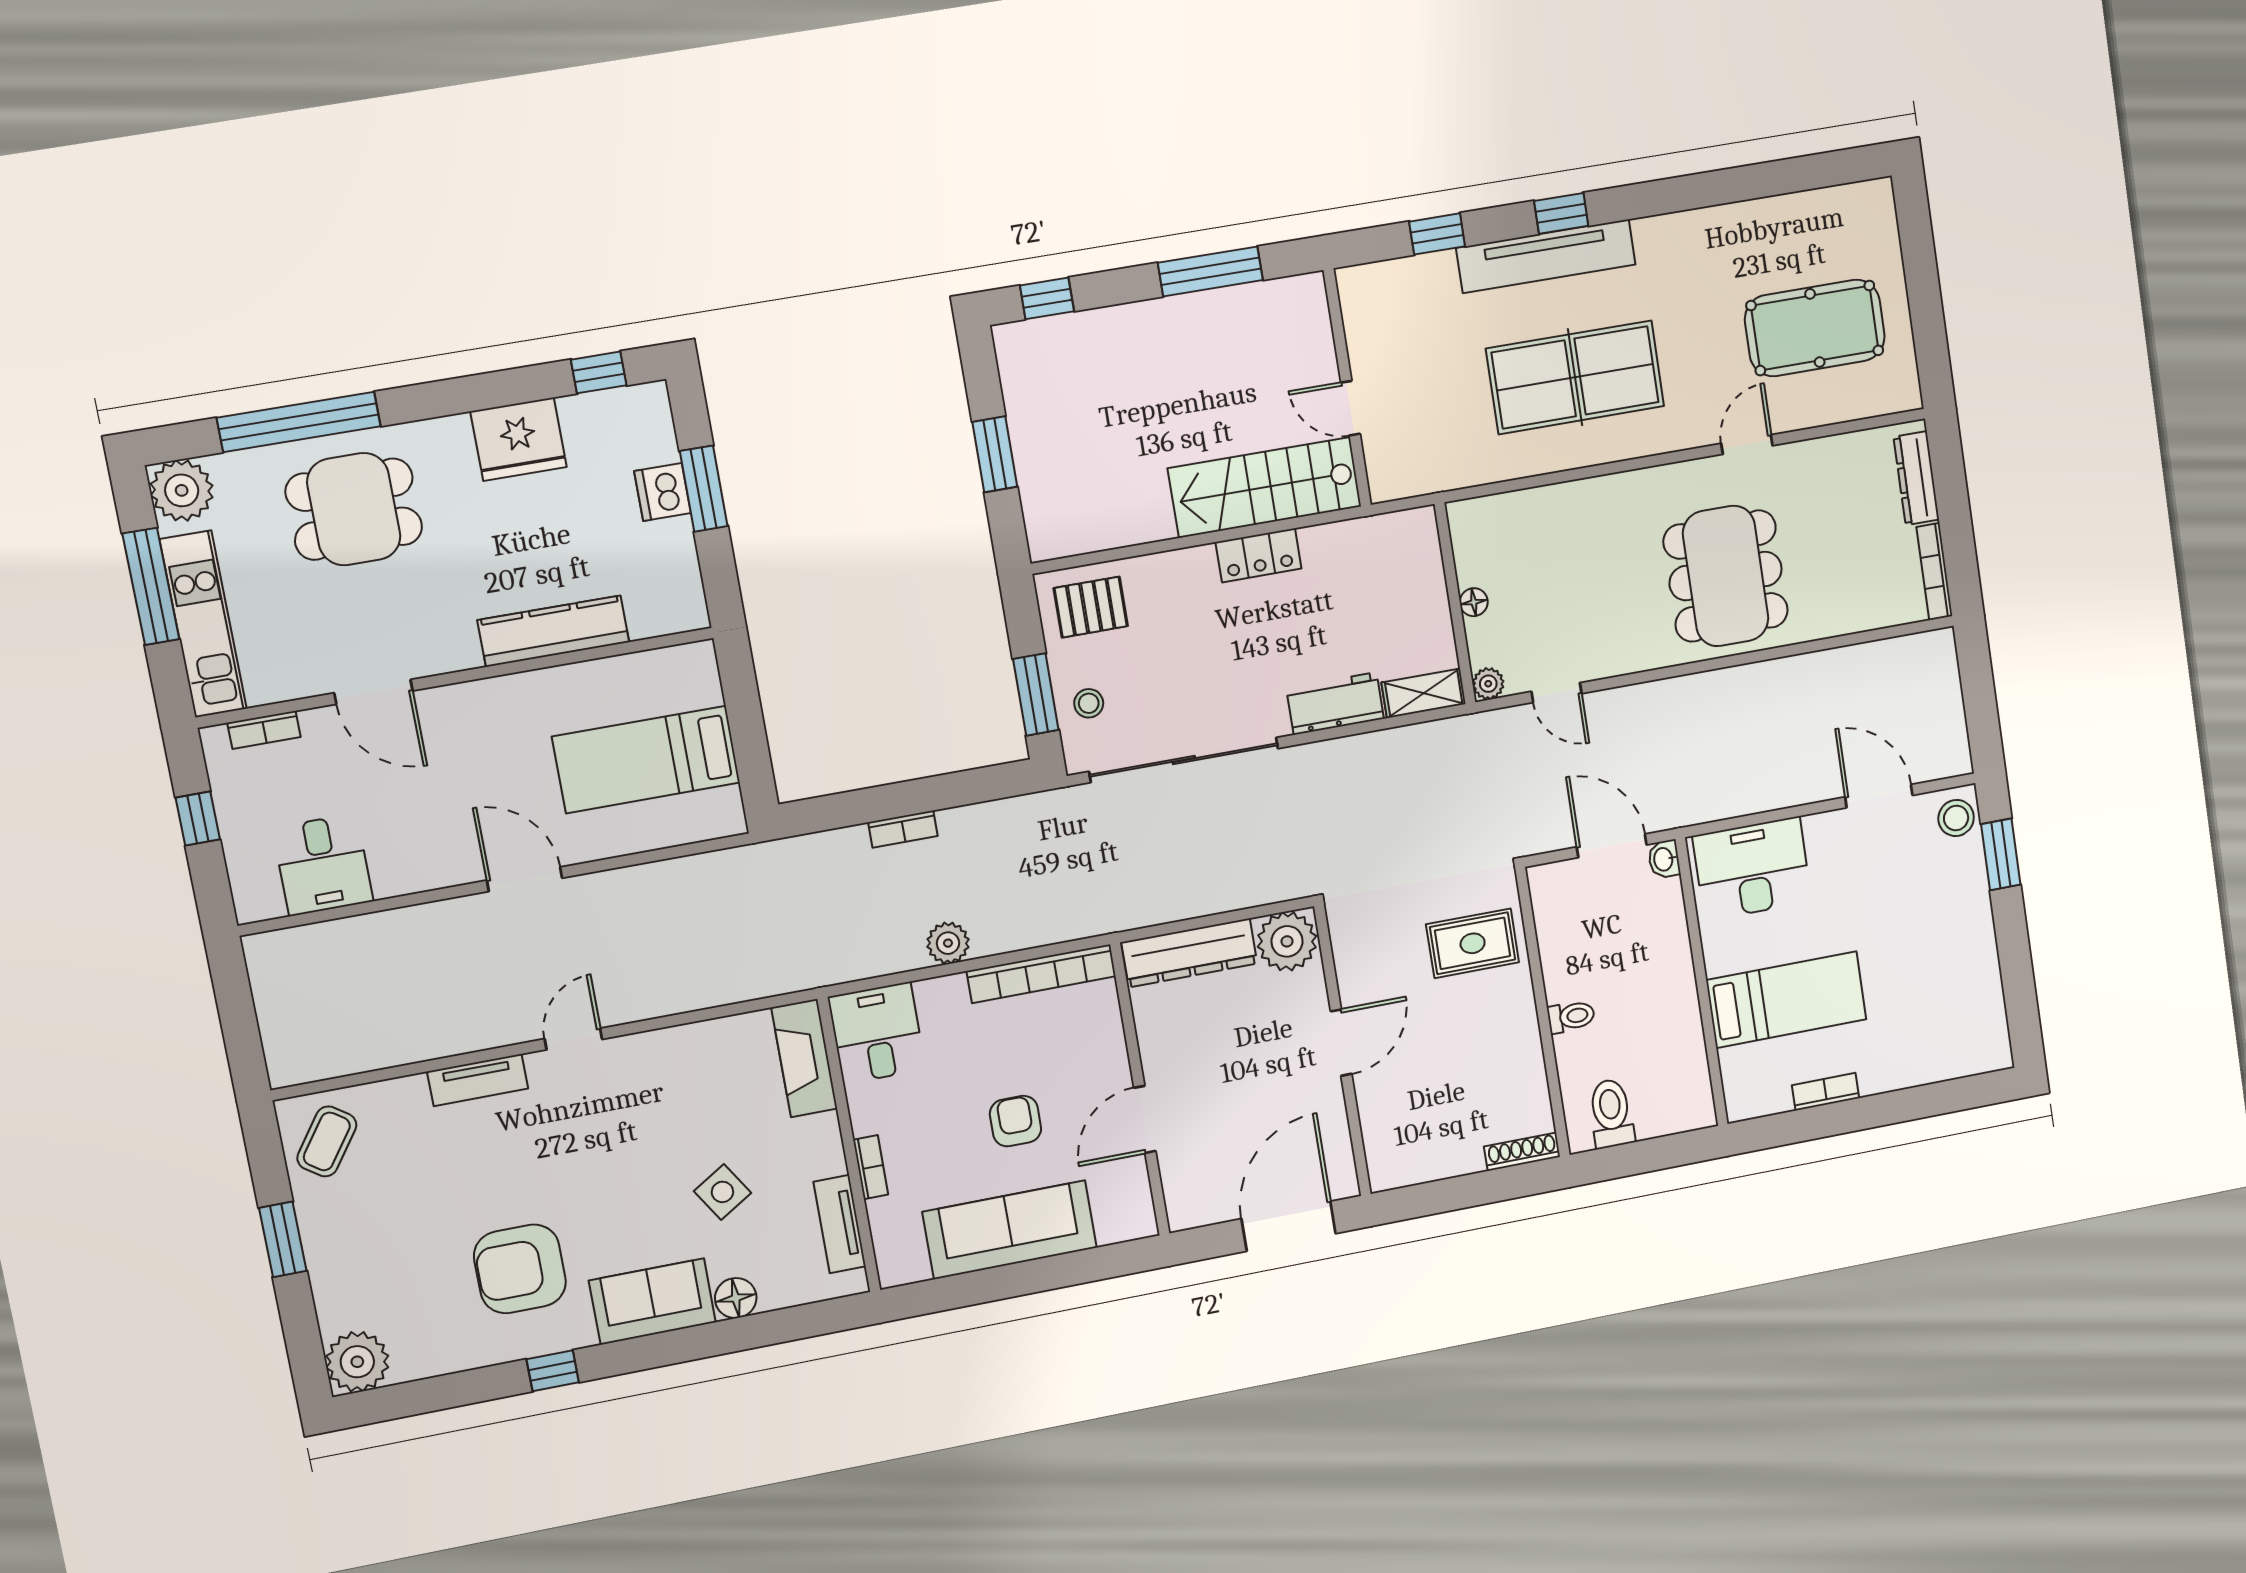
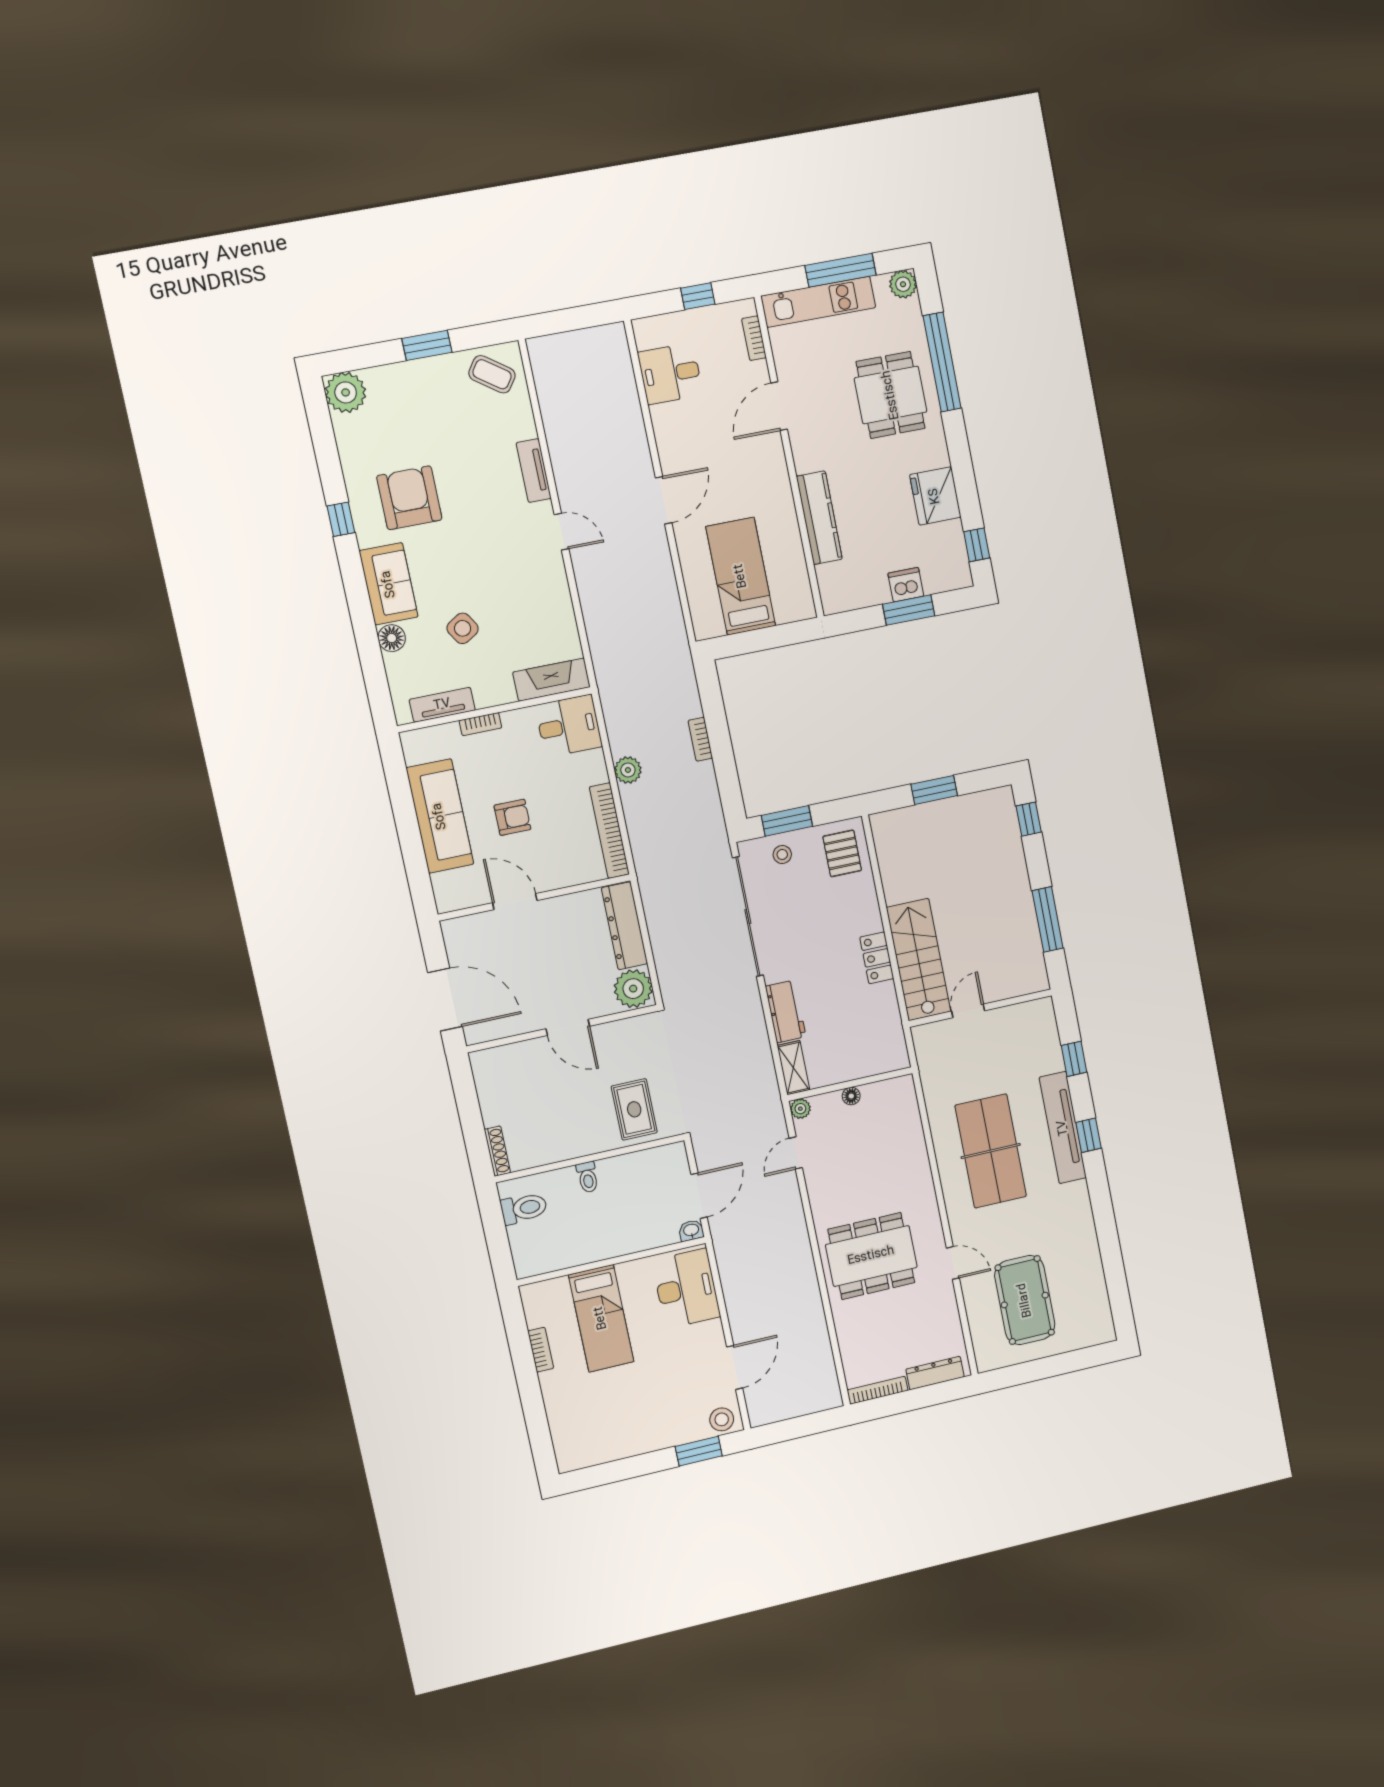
plant: (182, 490) -> (903, 284), width x0.73, depth x0.73

